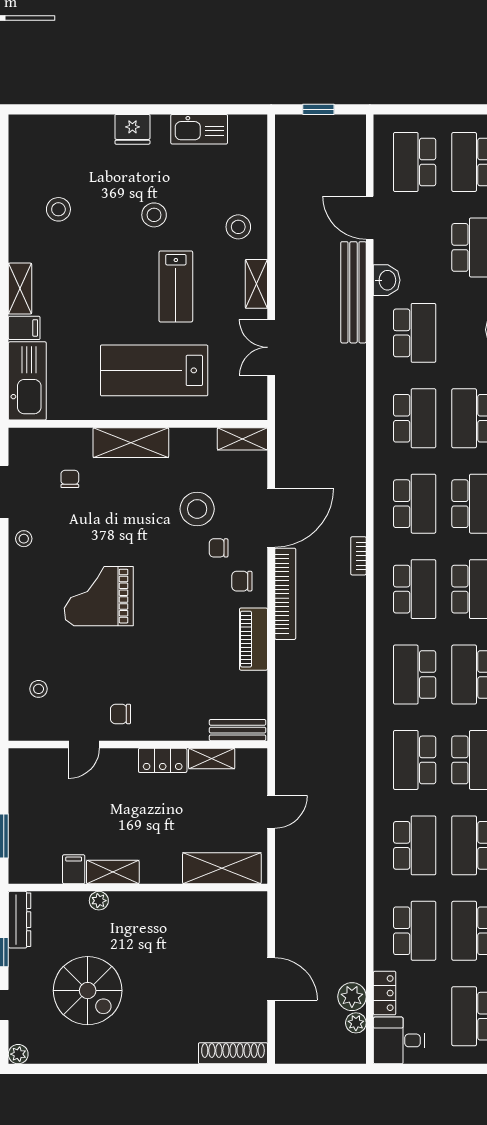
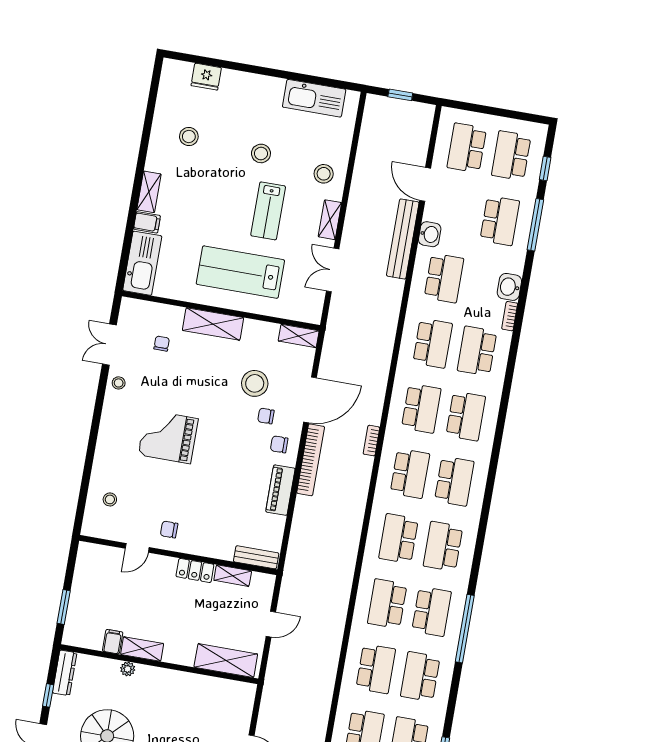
fridge: (132, 129) -> (206, 77), moved
kitchen sink: (199, 129) -> (314, 98), width x1.36, depth x1.24

